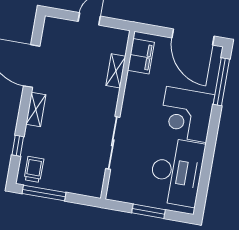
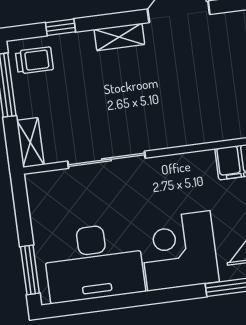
shelving: (116, 71) -> (30, 142), moved, turned 90
window: (149, 211) -> (30, 270), moved

